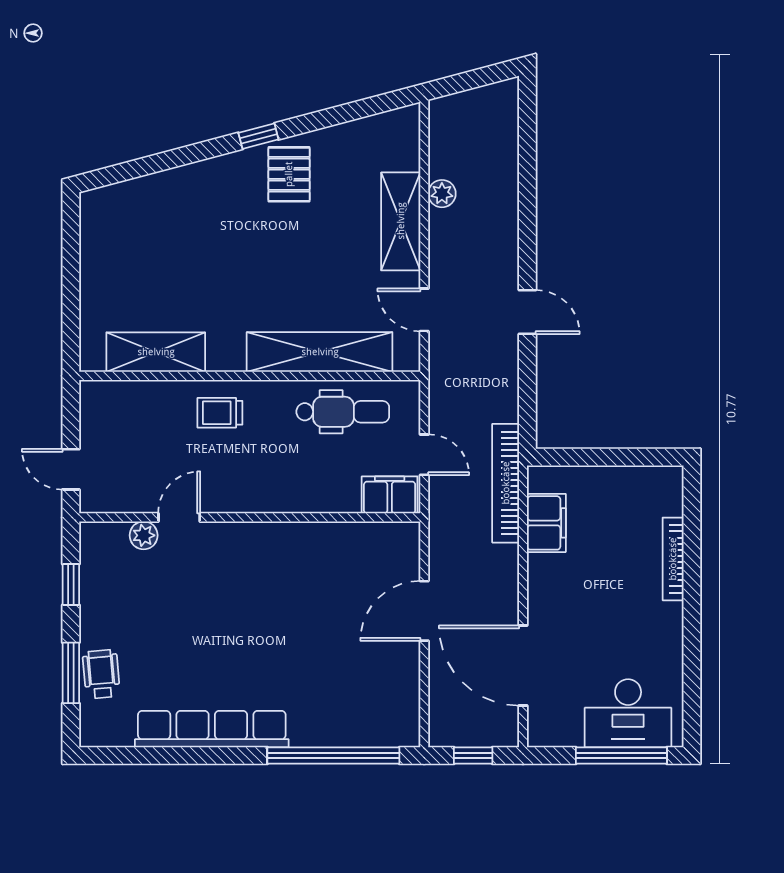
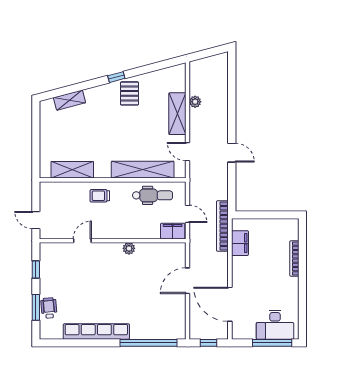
shelving: (149, 190) -> (69, 100), added
plant: (144, 535) -> (129, 248), moved

